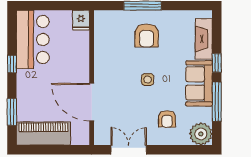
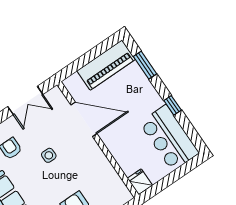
side table: (148, 80) -> (49, 155), moved

